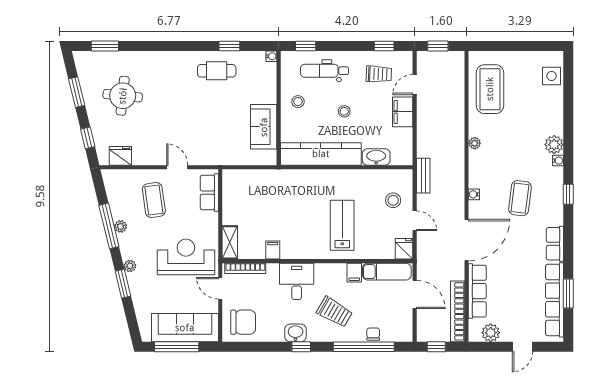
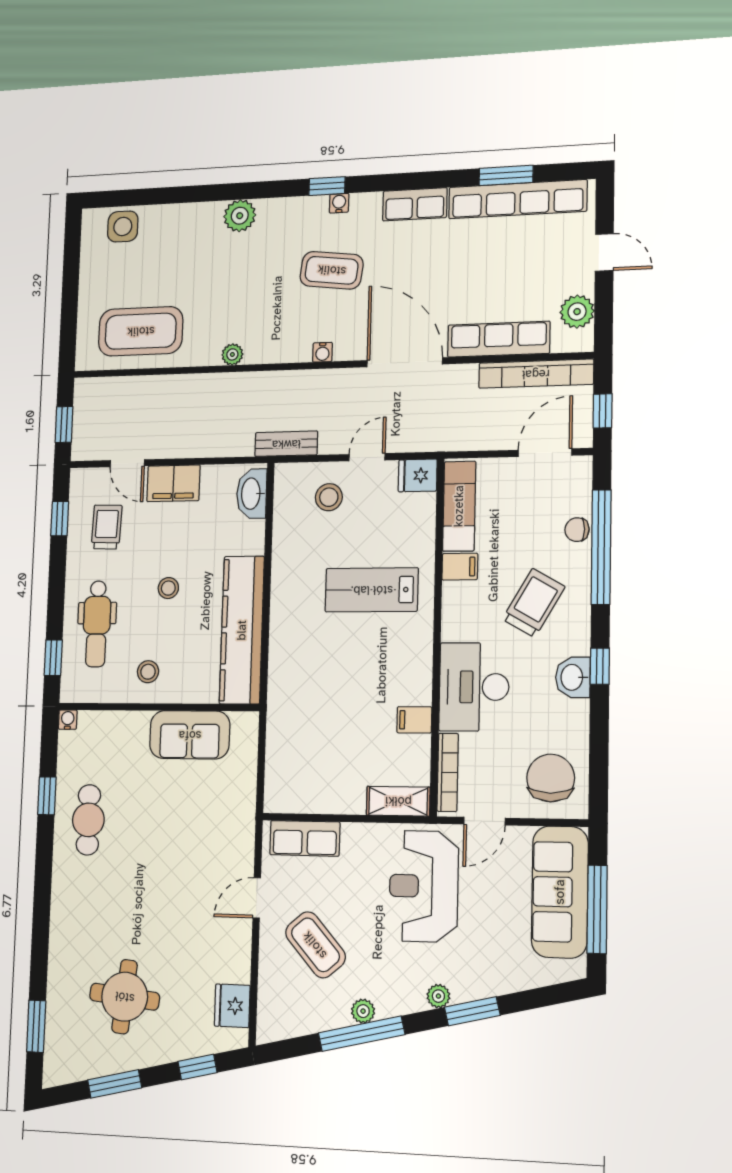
washbasin: (376, 157) -> (252, 494), moved
water cooler: (558, 161) -> (339, 203), moved
coffee table: (154, 200) -> (315, 945), turned 57
desk: (297, 281) -> (474, 687), width x1.37
door: (415, 294) -> (545, 453), moved

